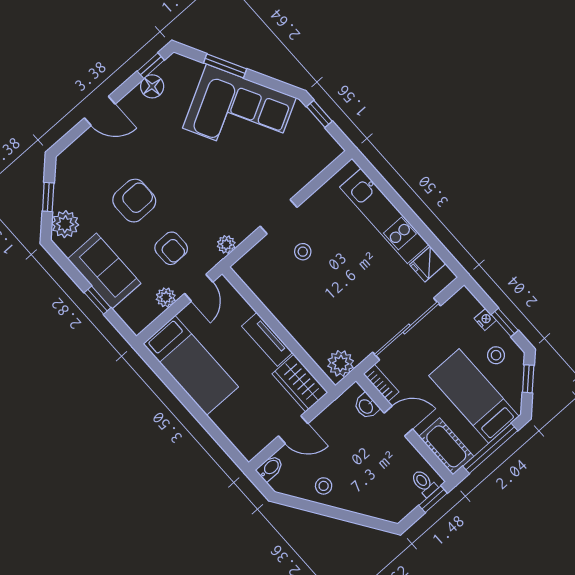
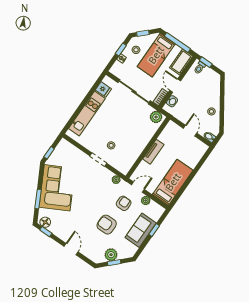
floor lamp: (152, 86) -> (45, 222), moved
plant: (65, 224) -> (111, 255), moved
wardrobe: (300, 383) -> (169, 133), removed

